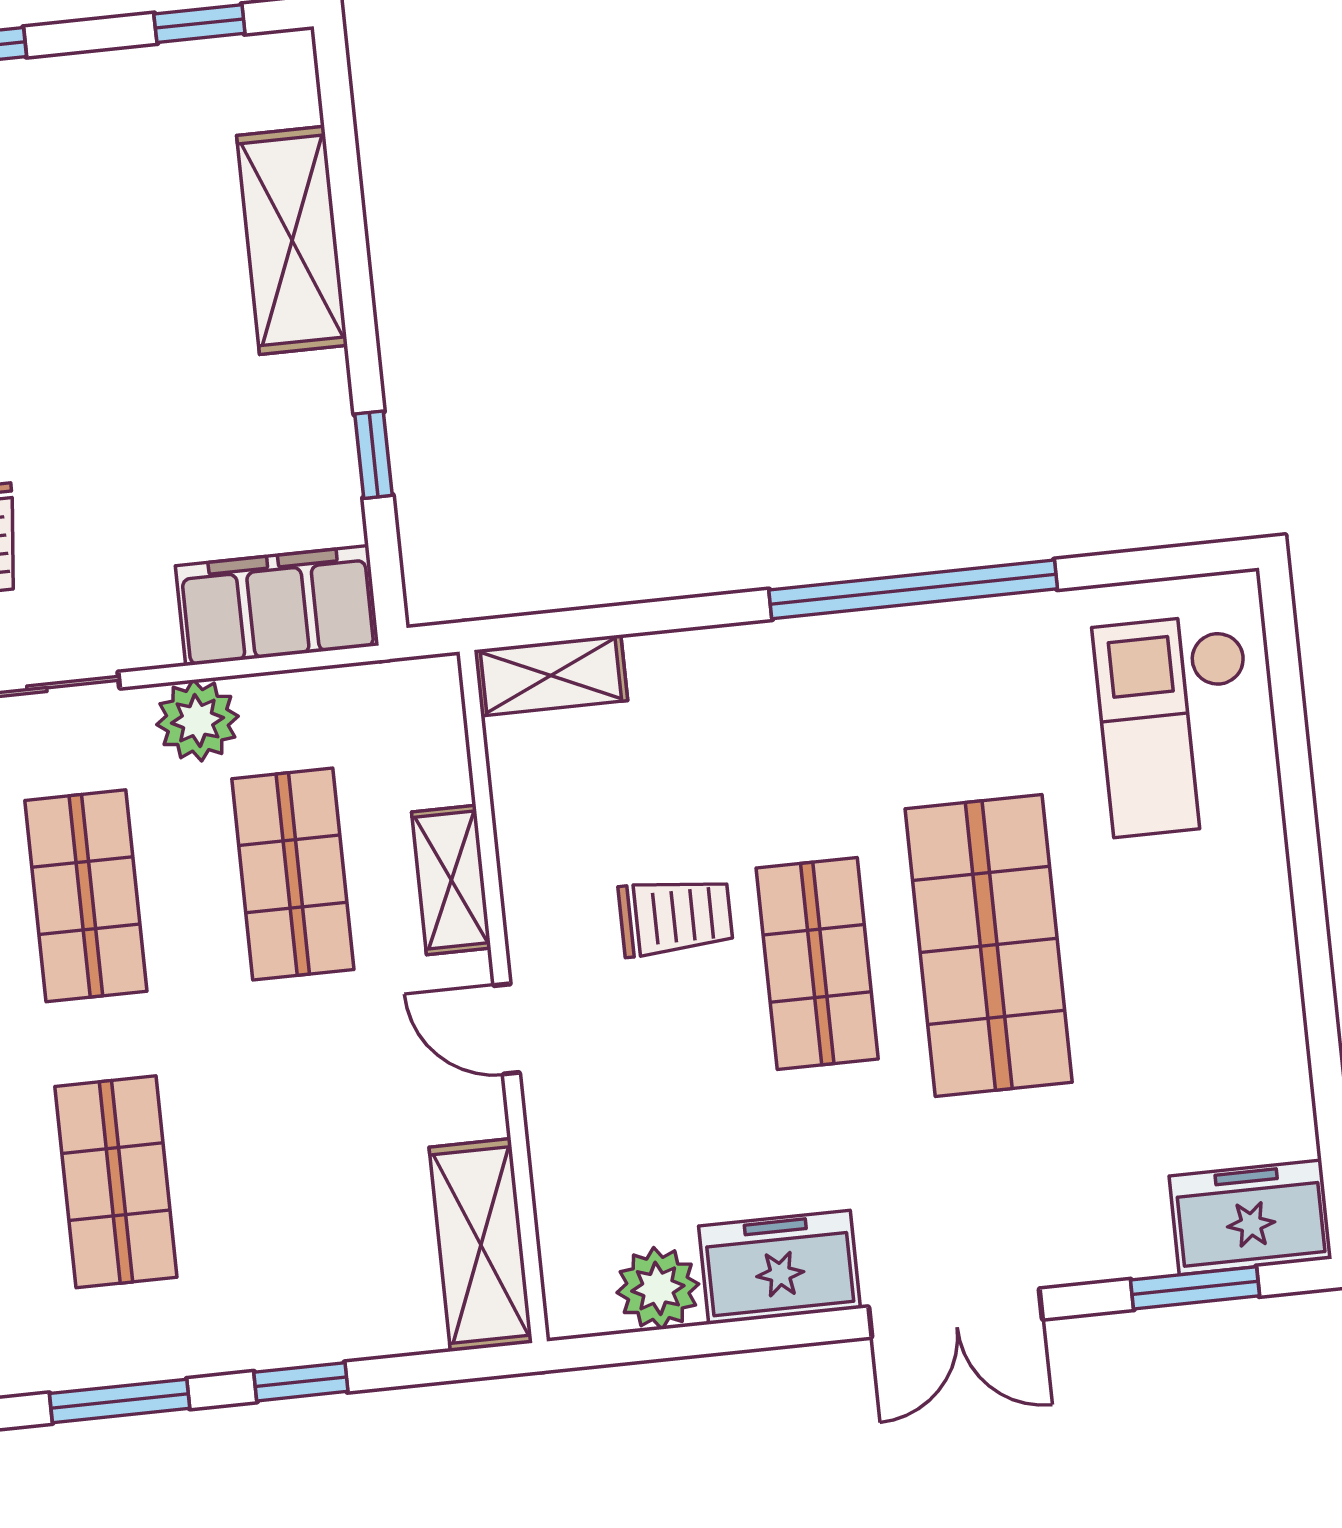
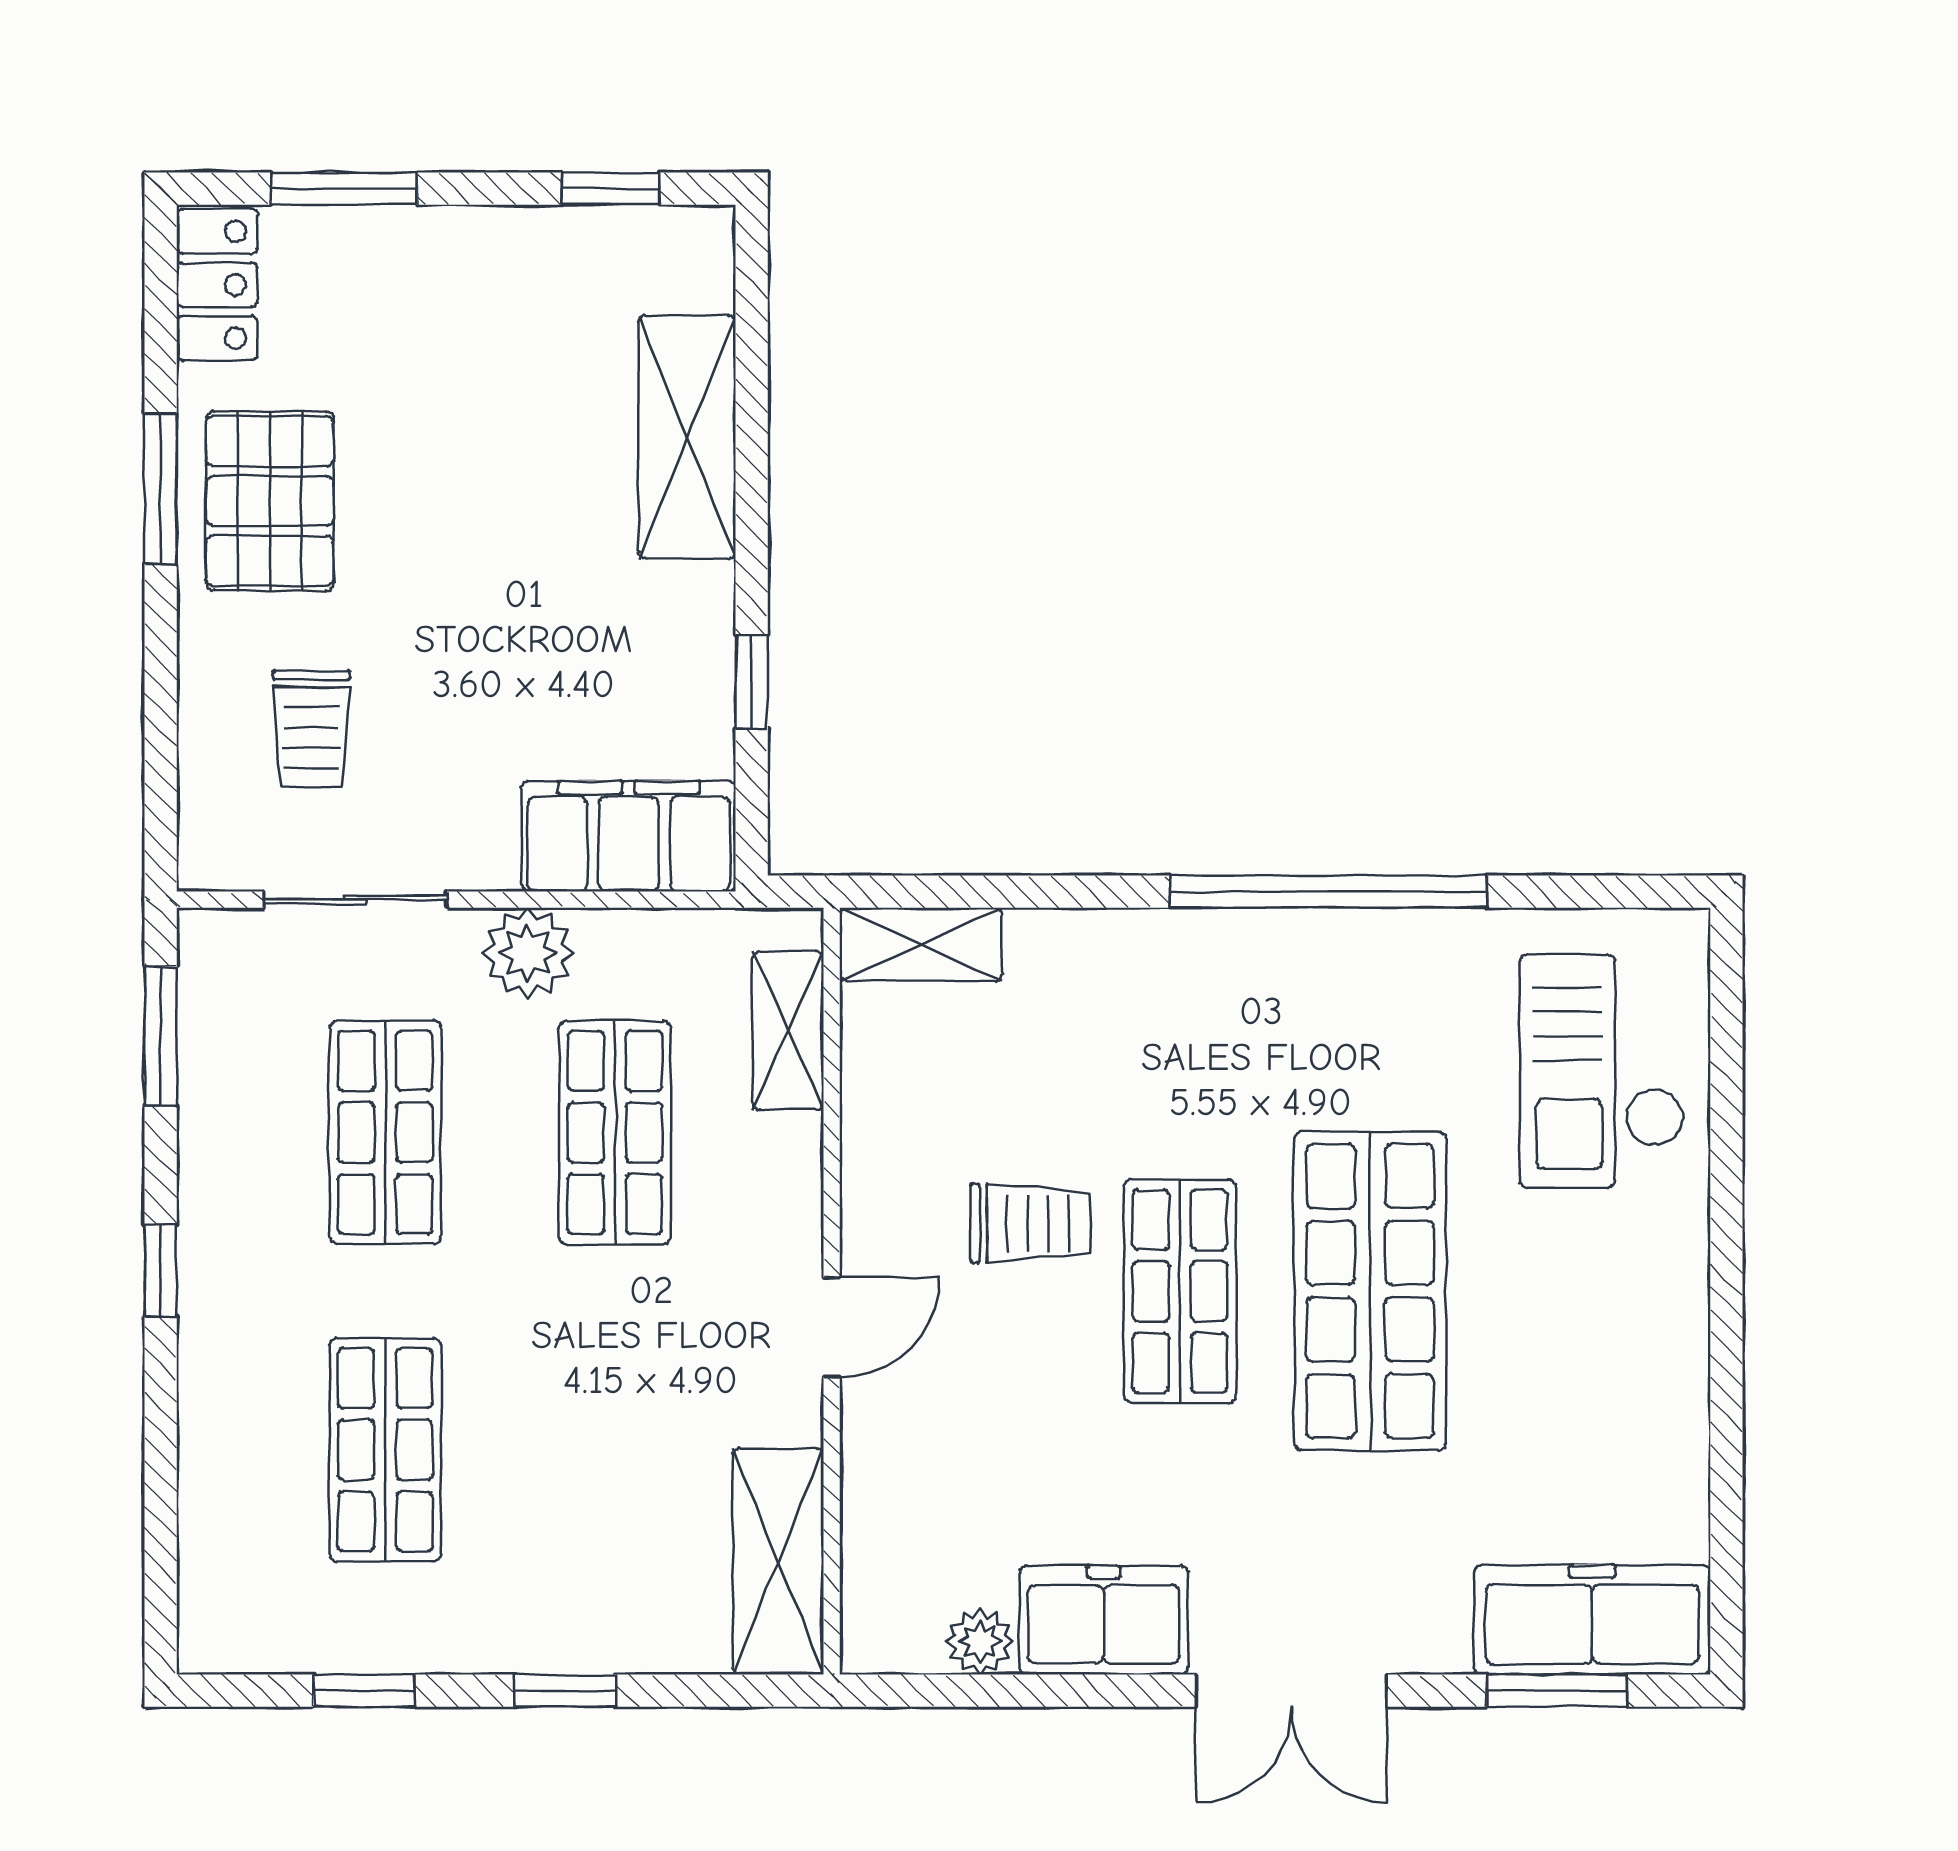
shelving: (451, 880) -> (788, 1031), moved
door: (507, 1029) -> (832, 1327), swing flipped
freezer: (1250, 1217) -> (1592, 1620), width x1.40
plant: (658, 1288) -> (980, 1642), width x0.73, depth x0.73
window: (120, 1401) -> (364, 1691), width x0.67

